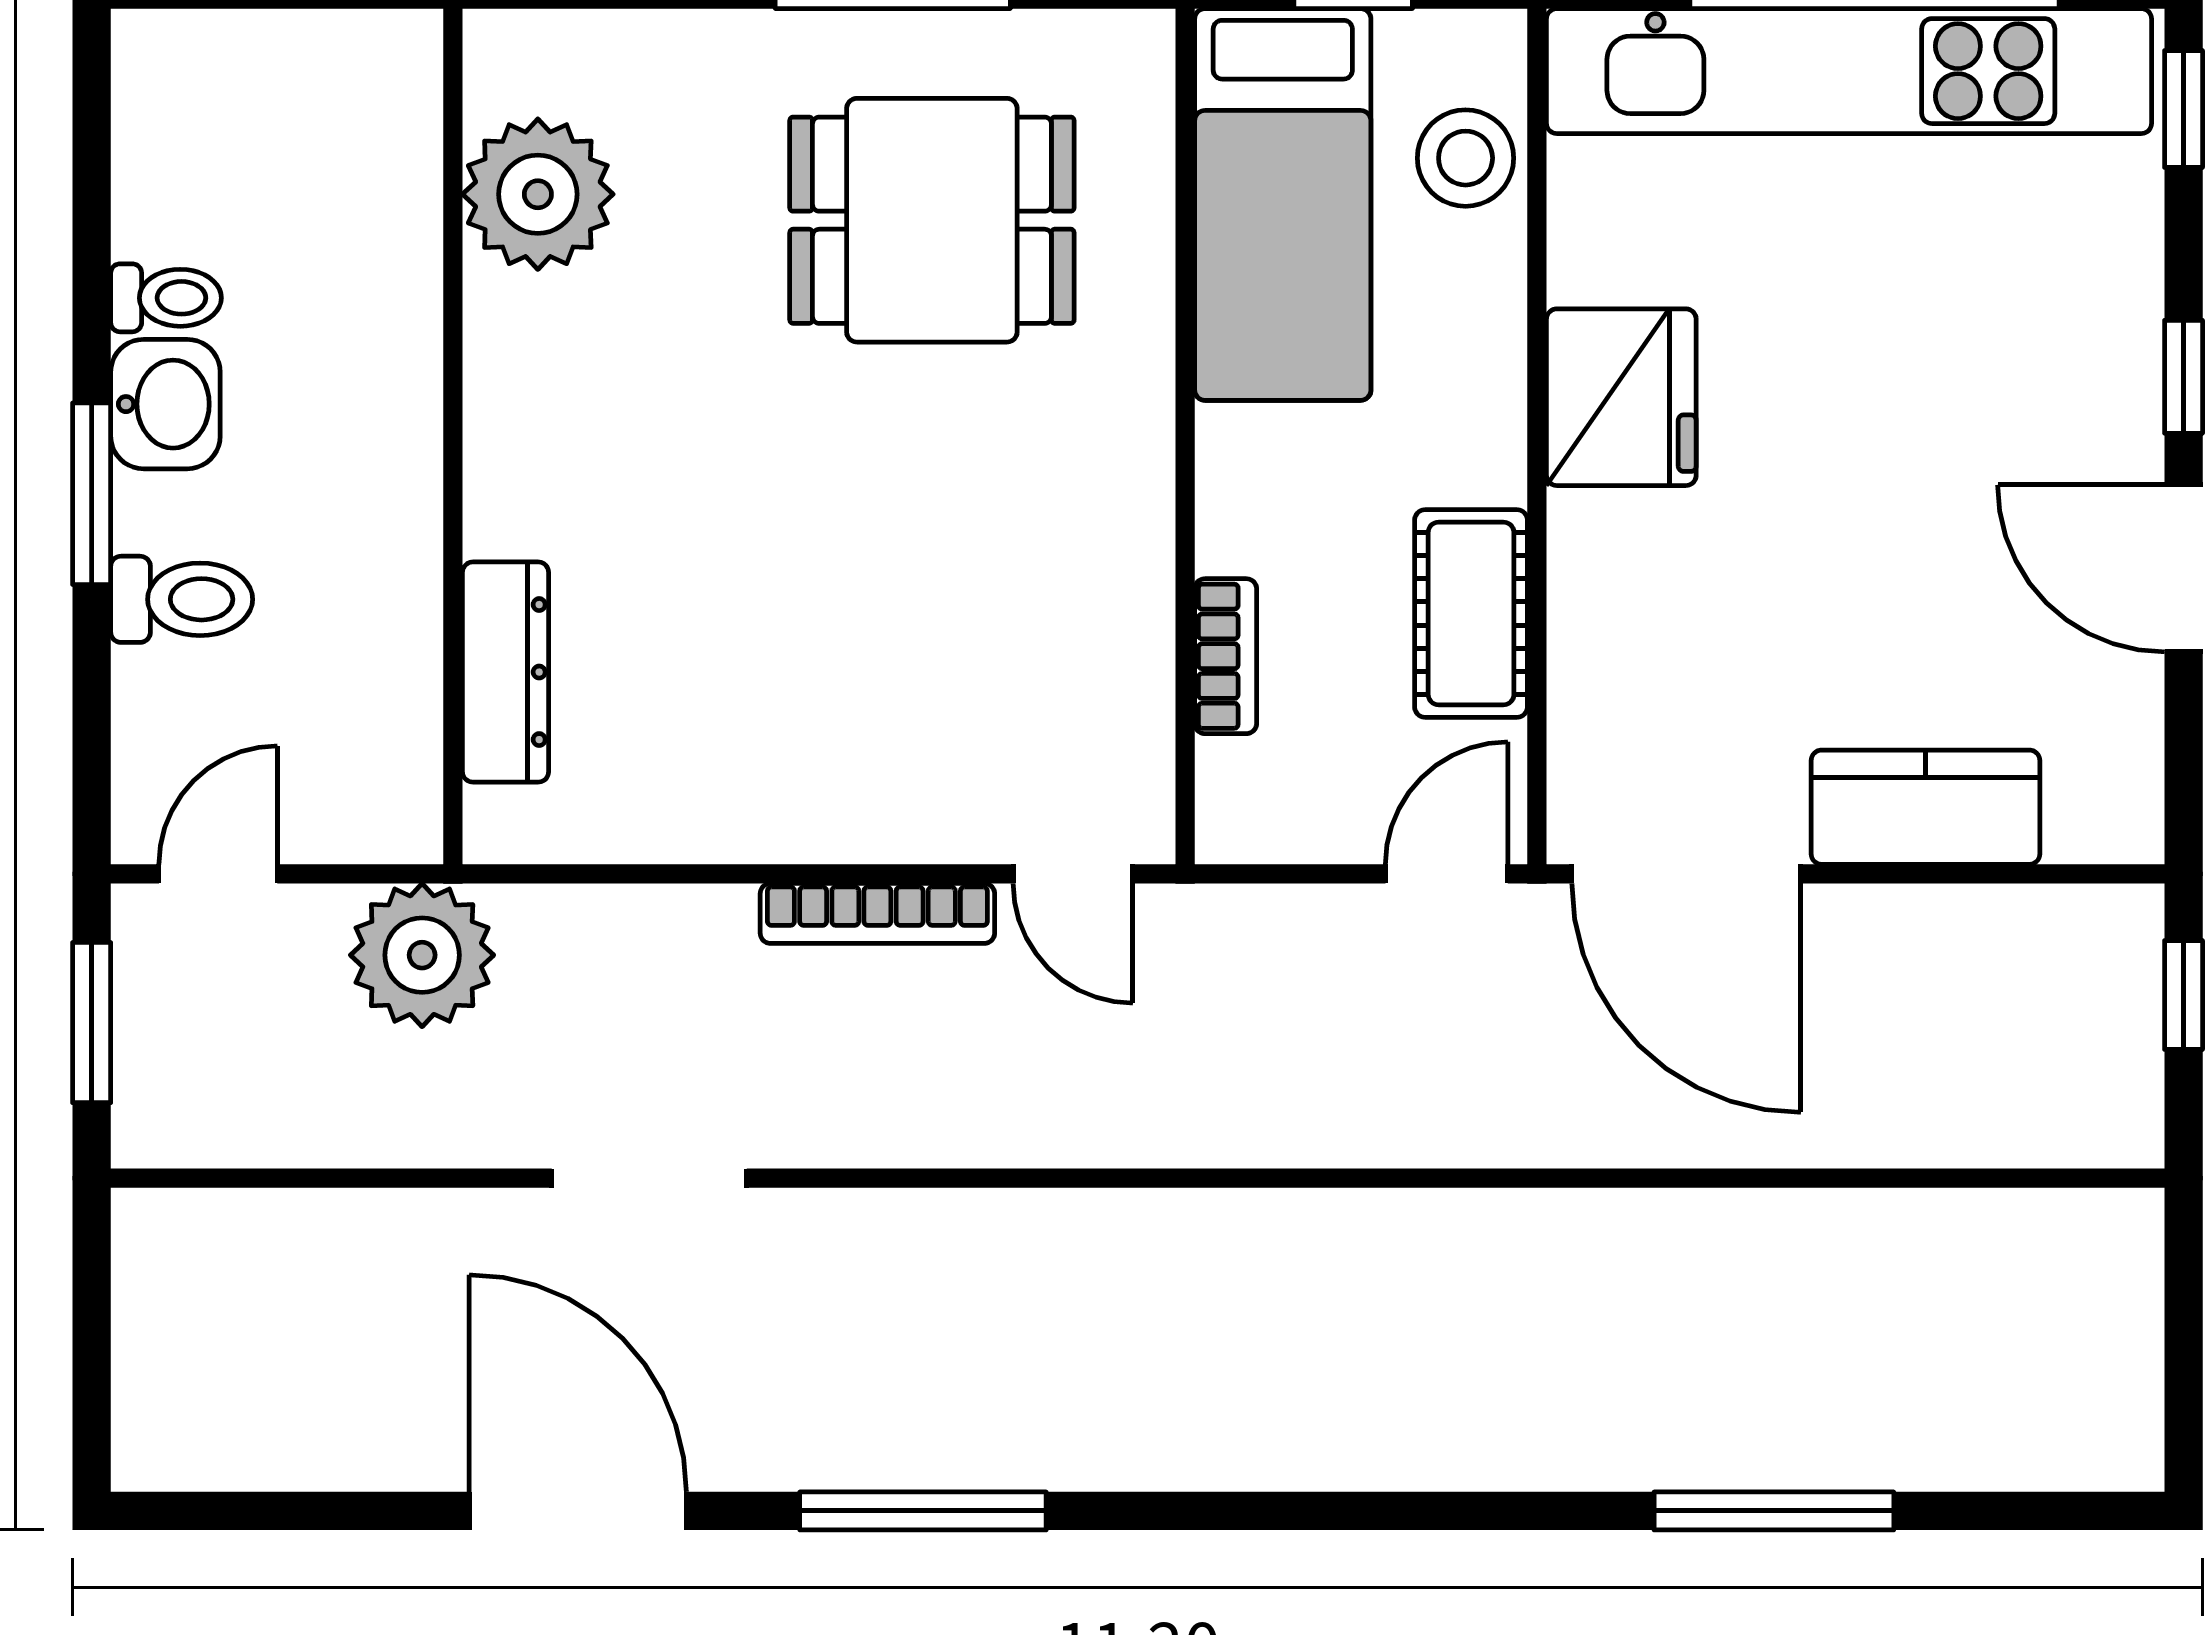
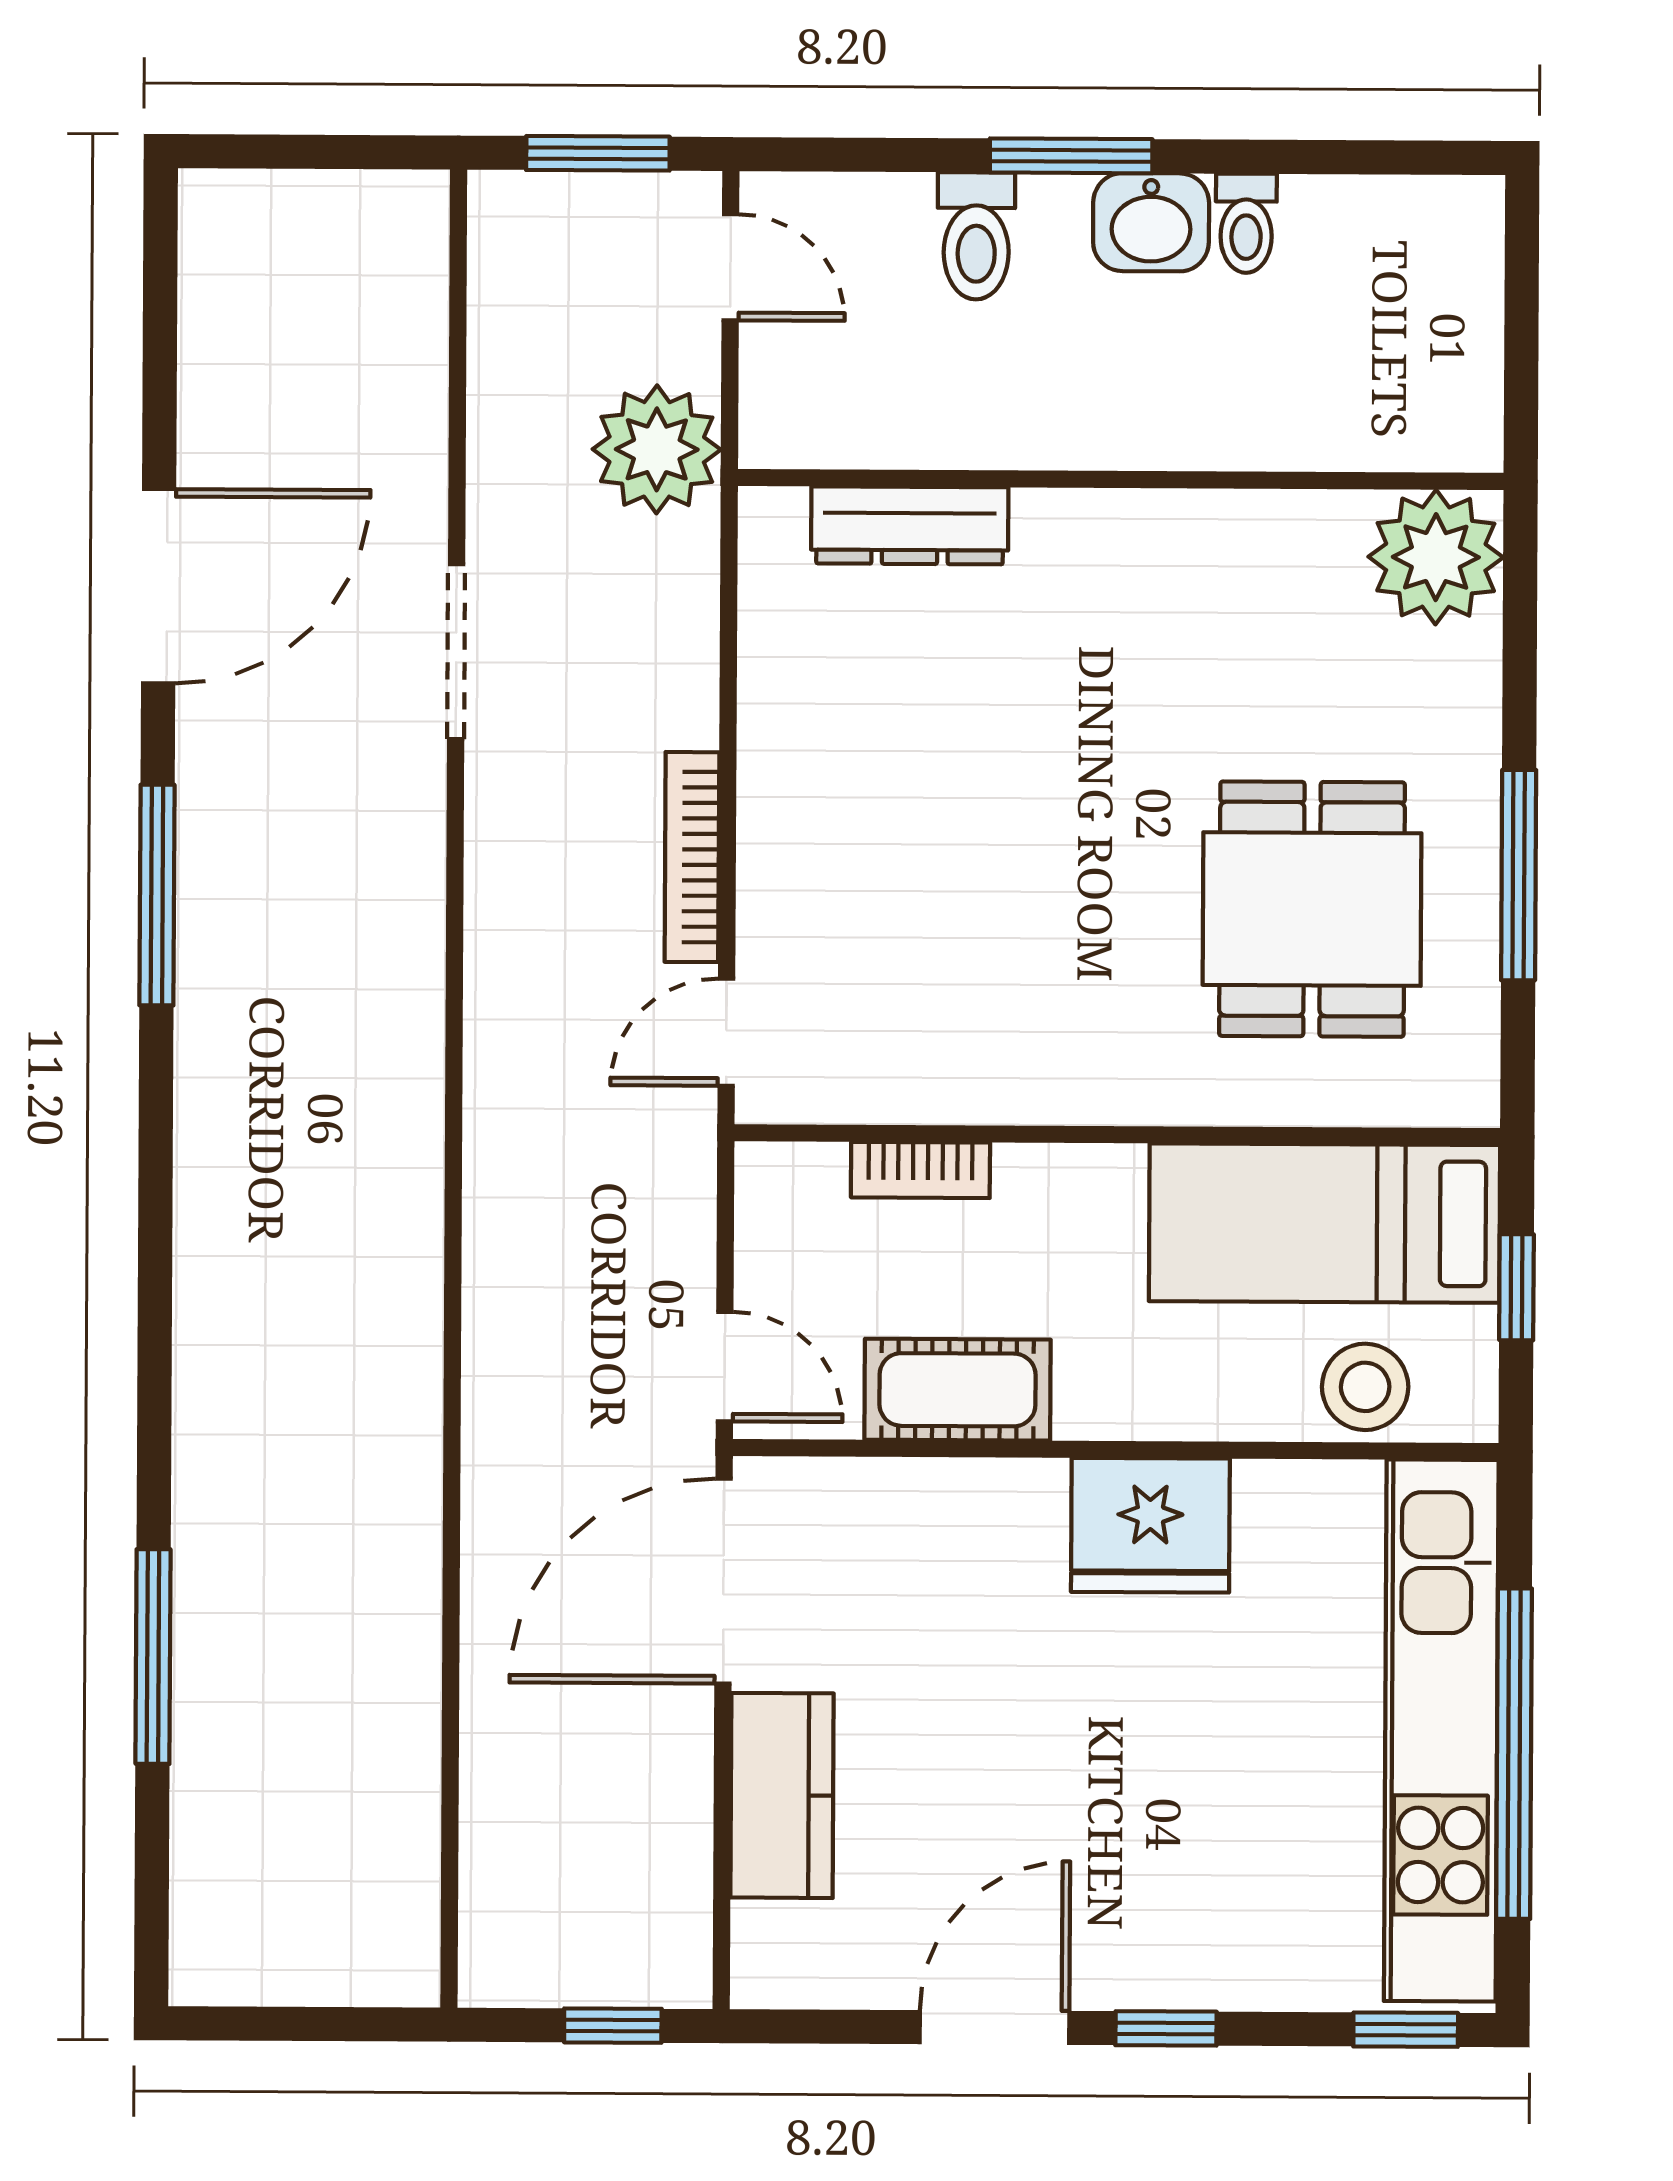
plant: (538, 194) -> (1436, 557), moved

